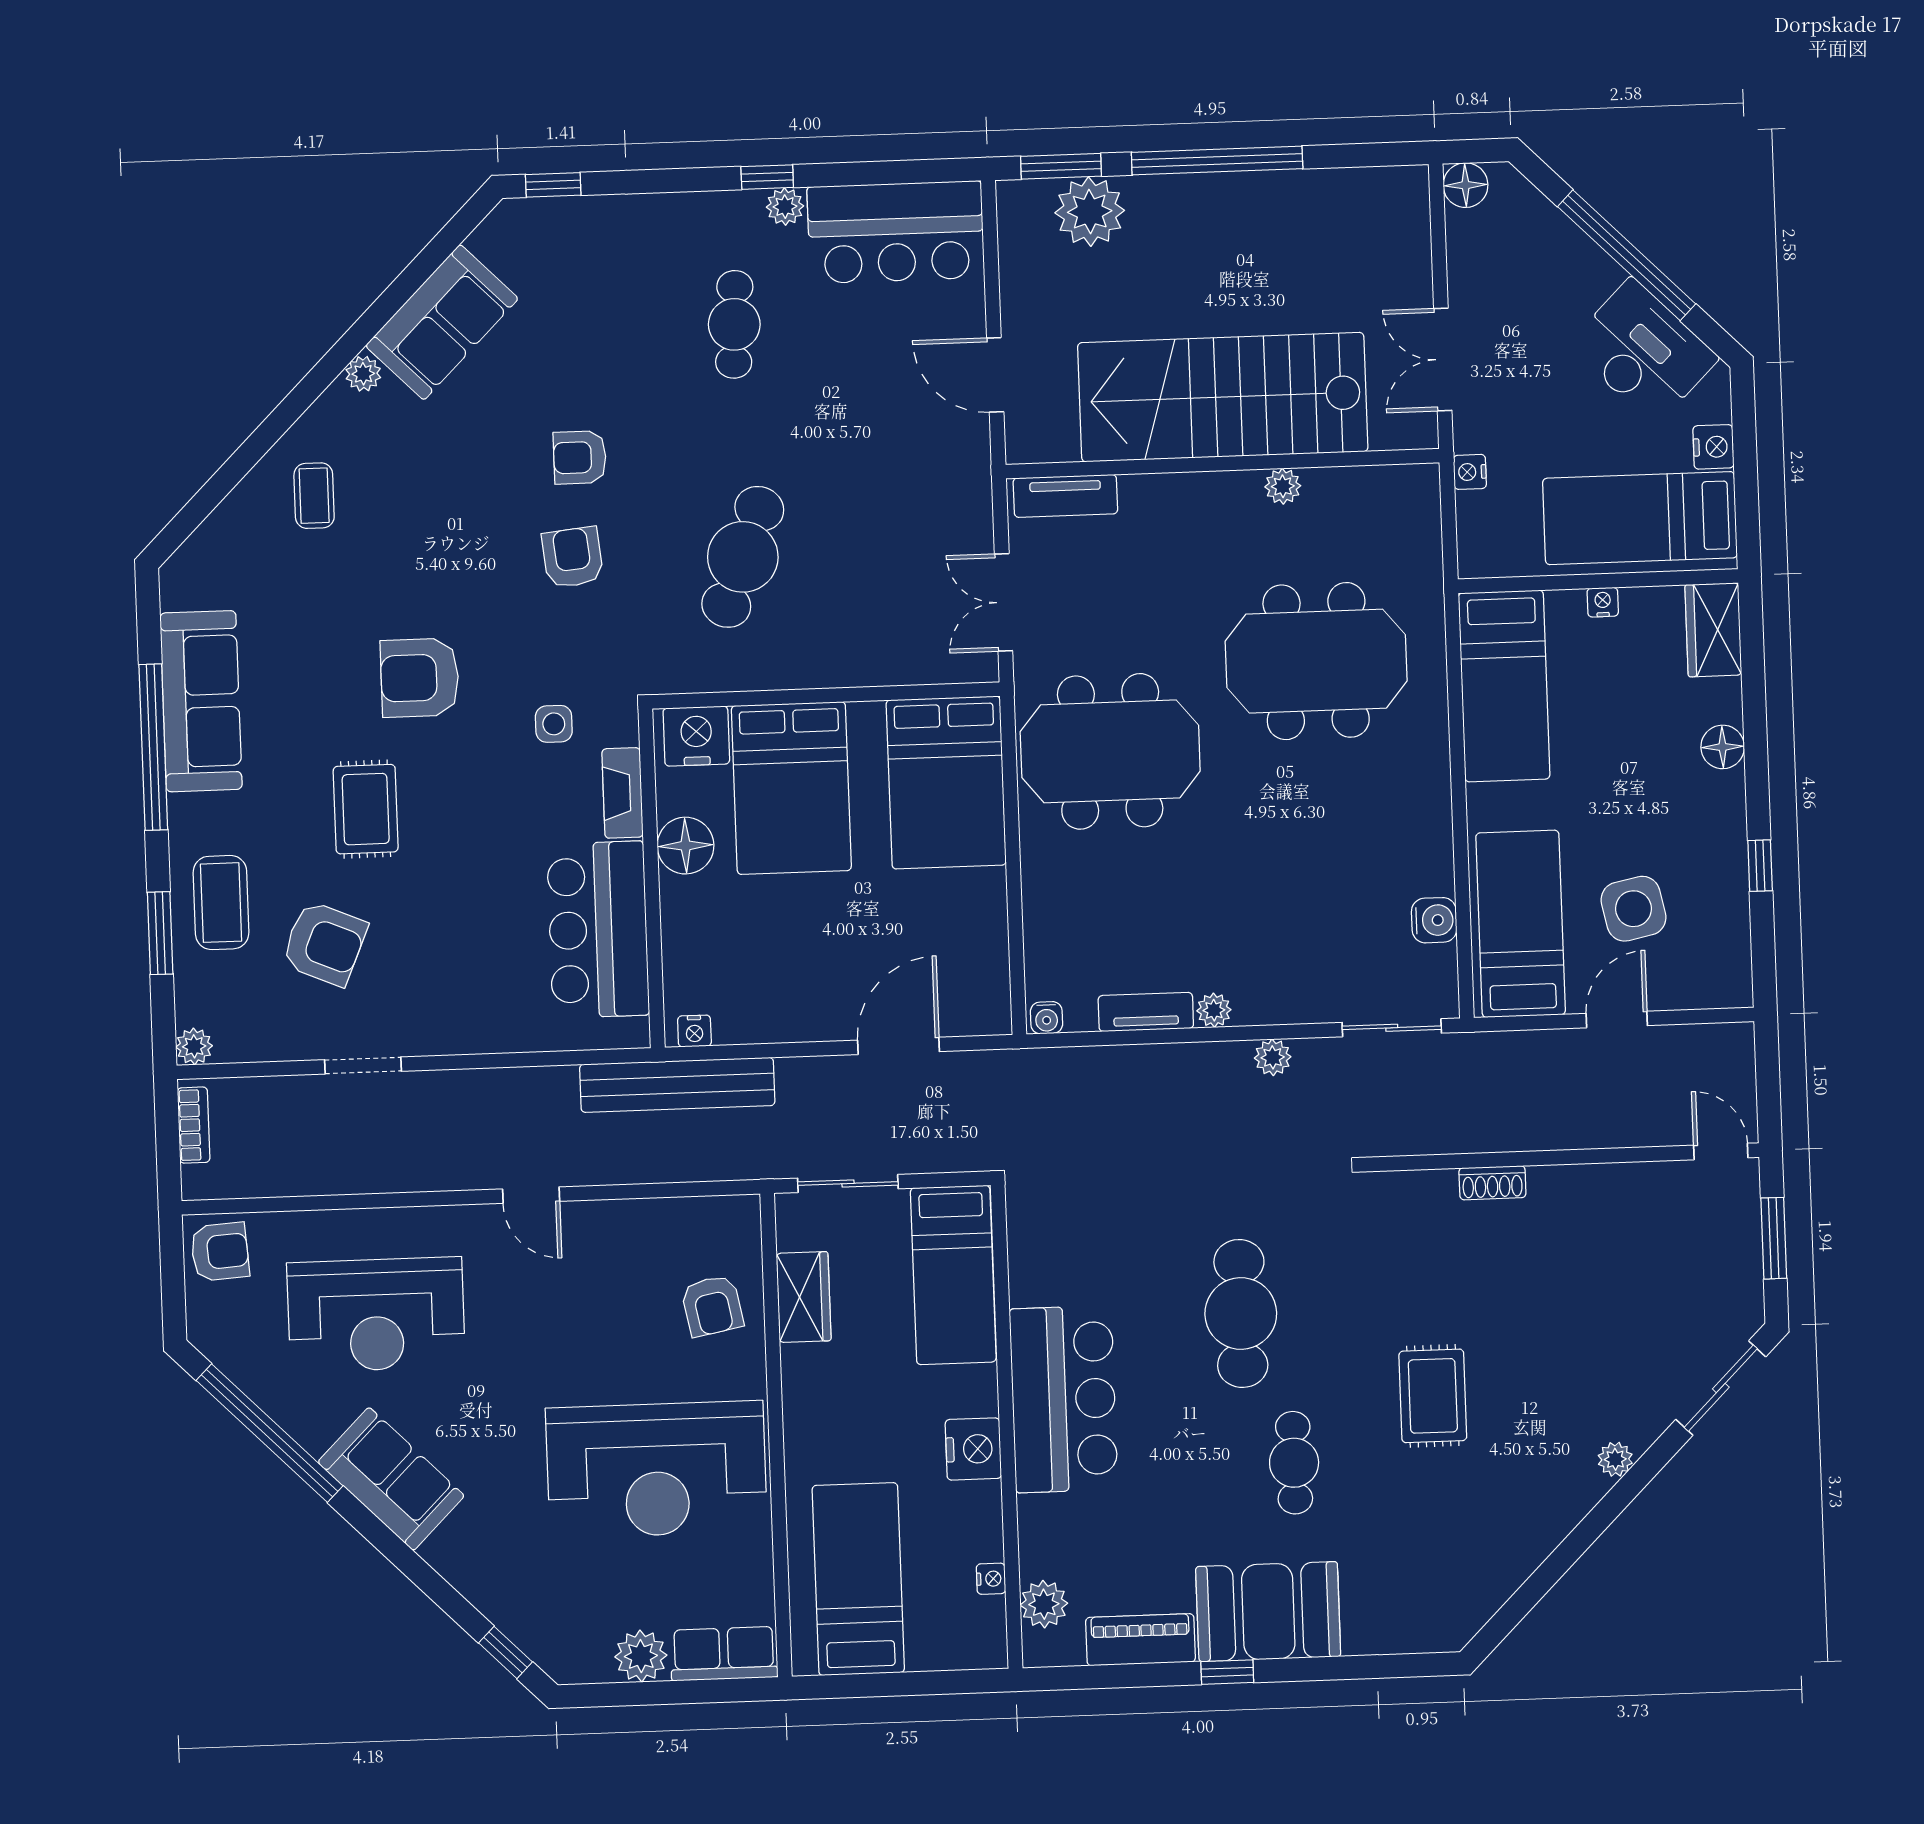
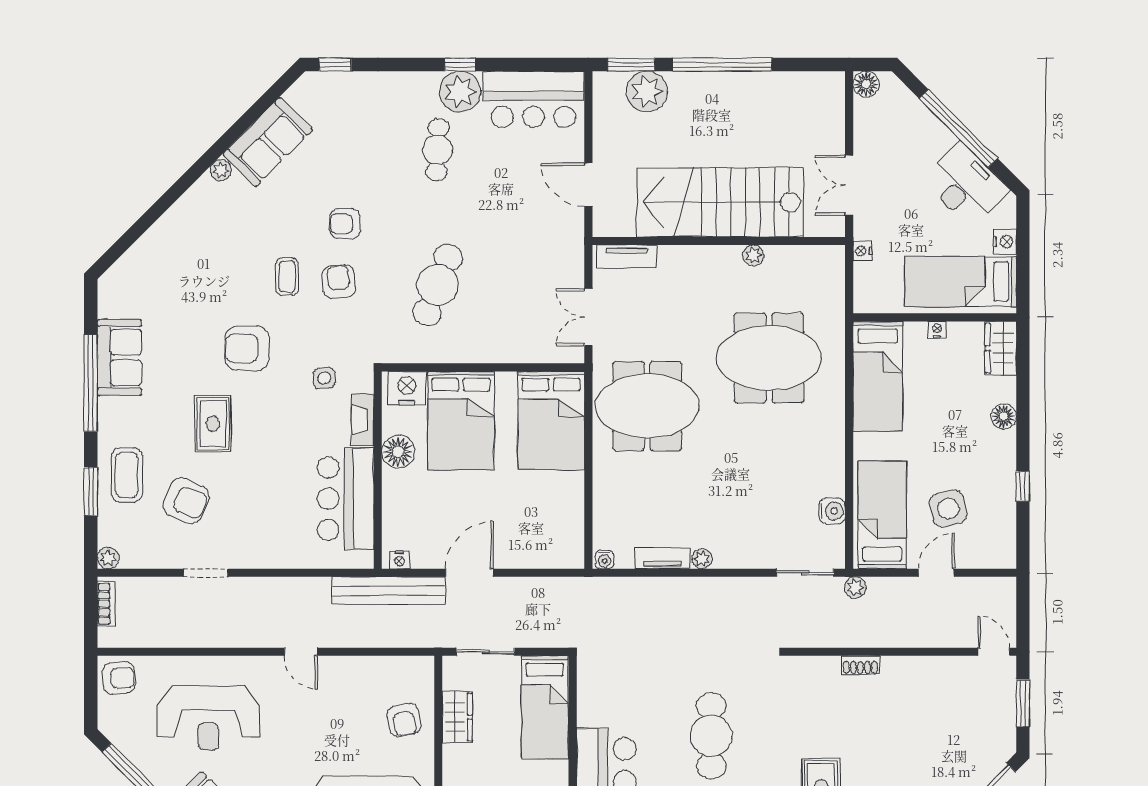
plant: (785, 207) -> (460, 92), width x1.87, depth x1.87
coffee table: (314, 496) -> (287, 277), moved
sofa: (201, 701) -> (119, 357), width x0.73
door: (898, 1046) -> (470, 573), moved
plant: (1273, 1057) -> (855, 587), moved

